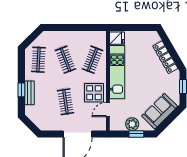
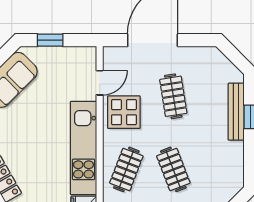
clothes rail: (39, 60) -> (220, 169), removed
bench: (29, 93) -> (236, 112), width x1.36
plant: (132, 124) -> (57, 57), removed

